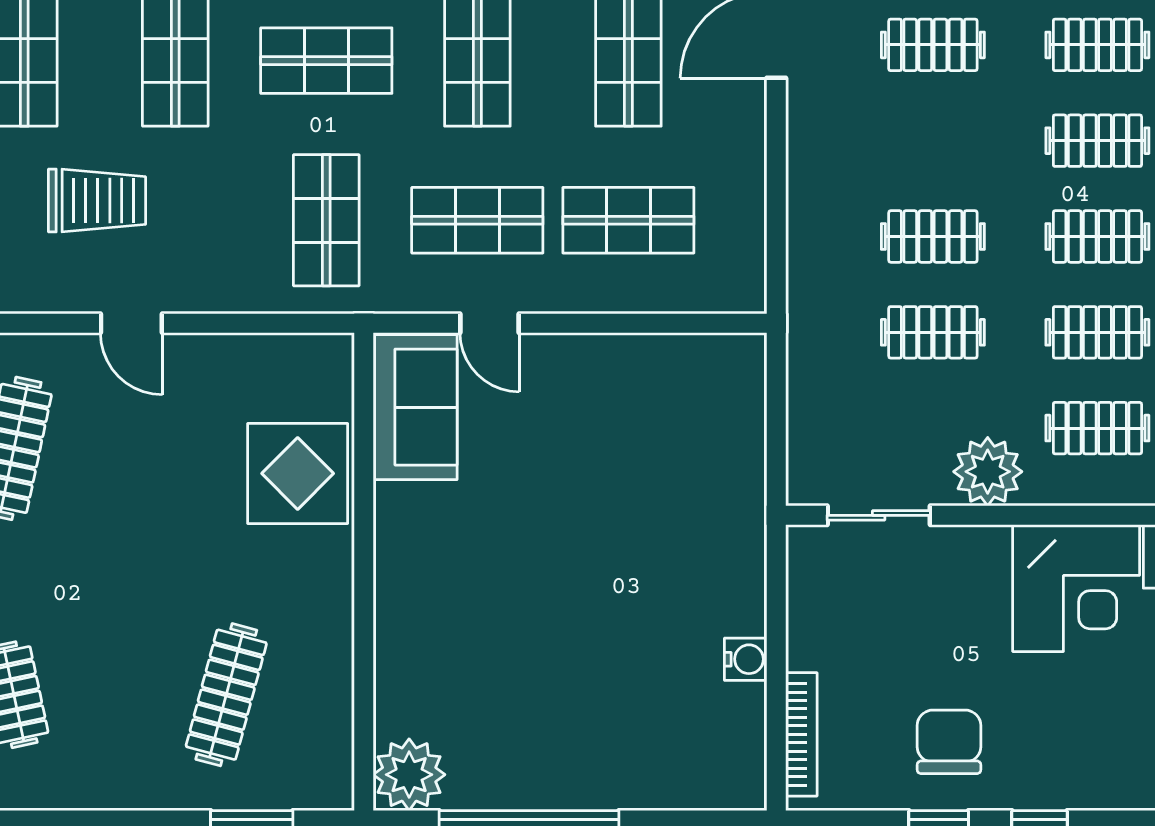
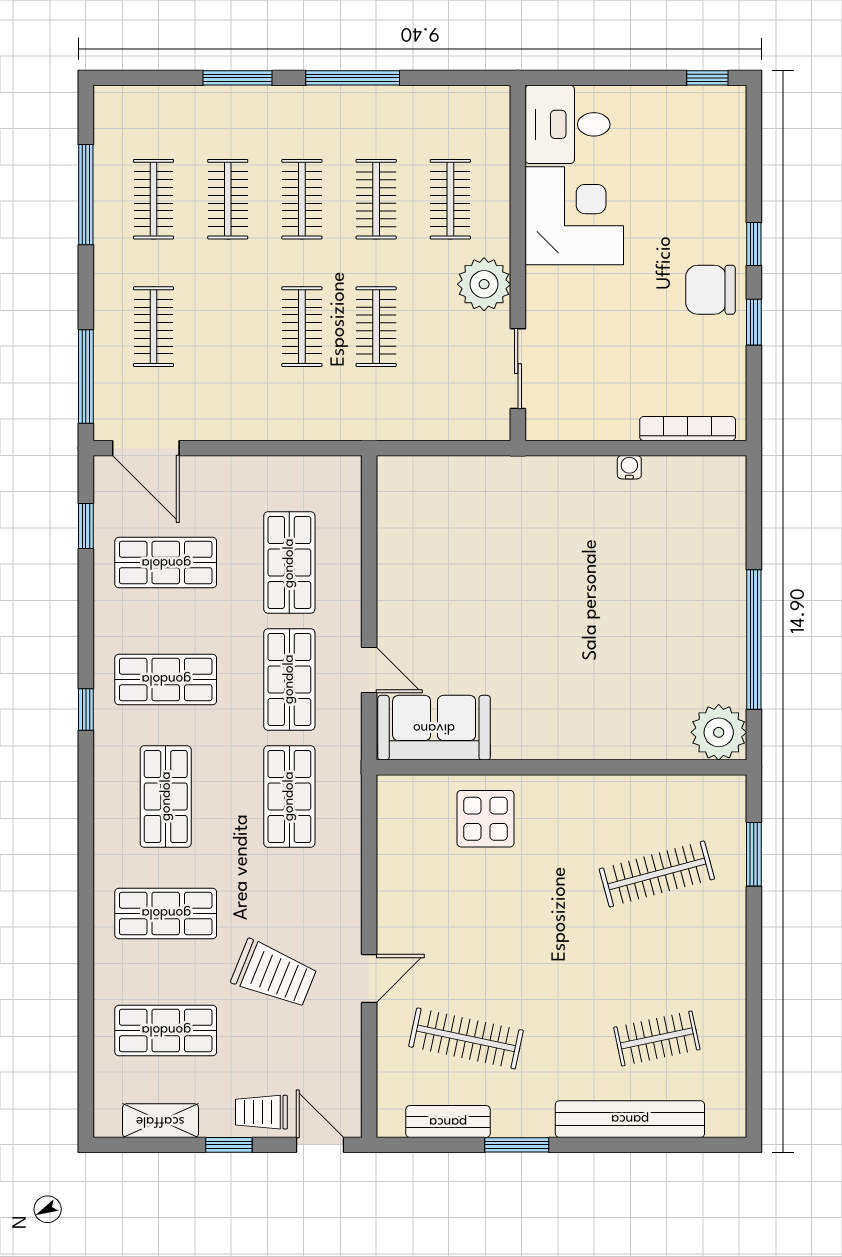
trolley: (97, 201) -> (274, 974), turned 112
shop shelf: (326, 220) -> (289, 796), turned 90
door: (131, 323) -> (369, 978), moved
door: (490, 323) -> (369, 670), hinge flipped
display table: (298, 473) -> (485, 819), width x0.73, depth x0.73
water cooler: (746, 659) -> (629, 467), width x0.72, depth x0.72
clothes rail: (226, 695) -> (657, 874), turned -30
chair: (949, 742) -> (710, 290), moved

